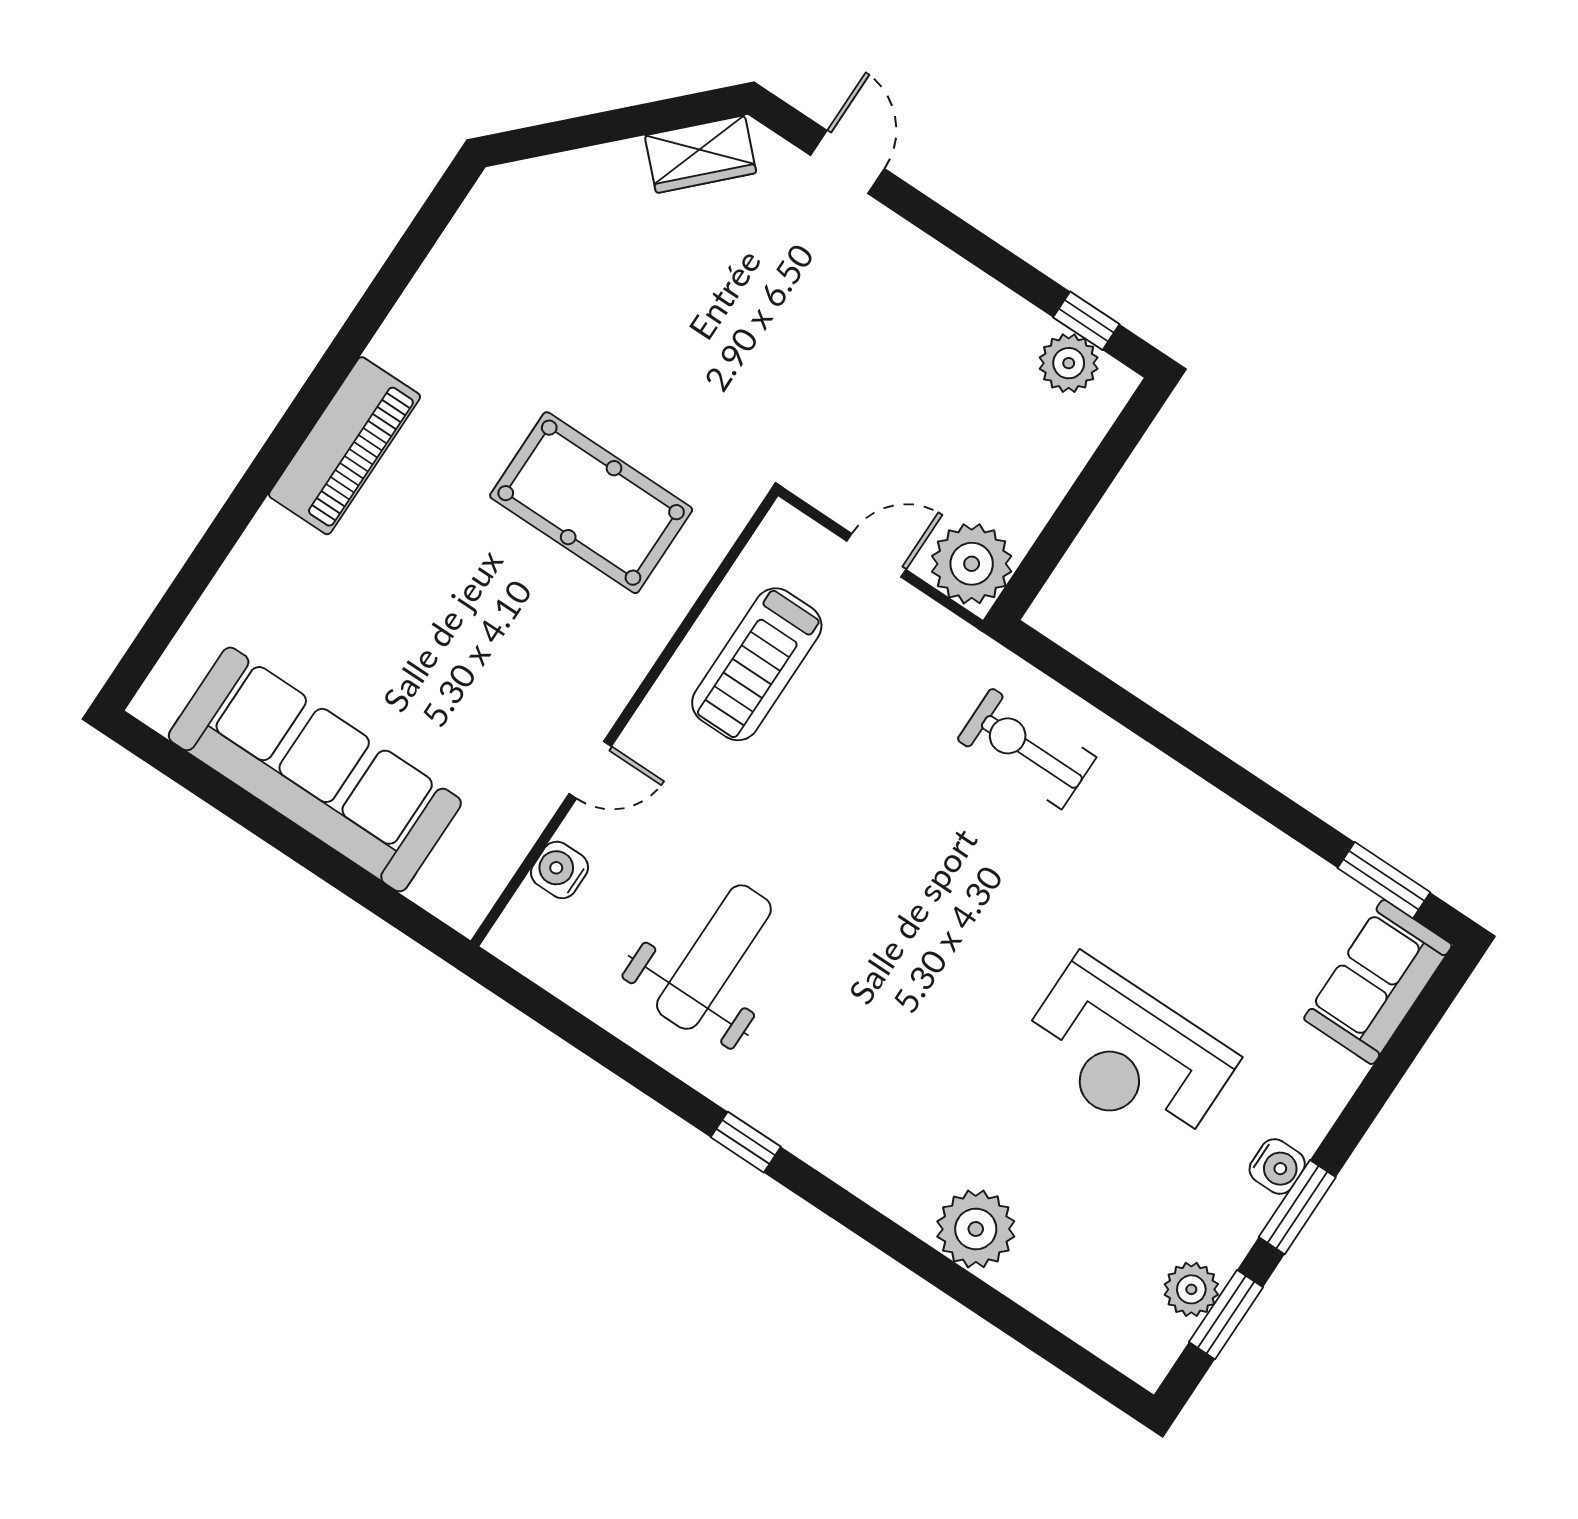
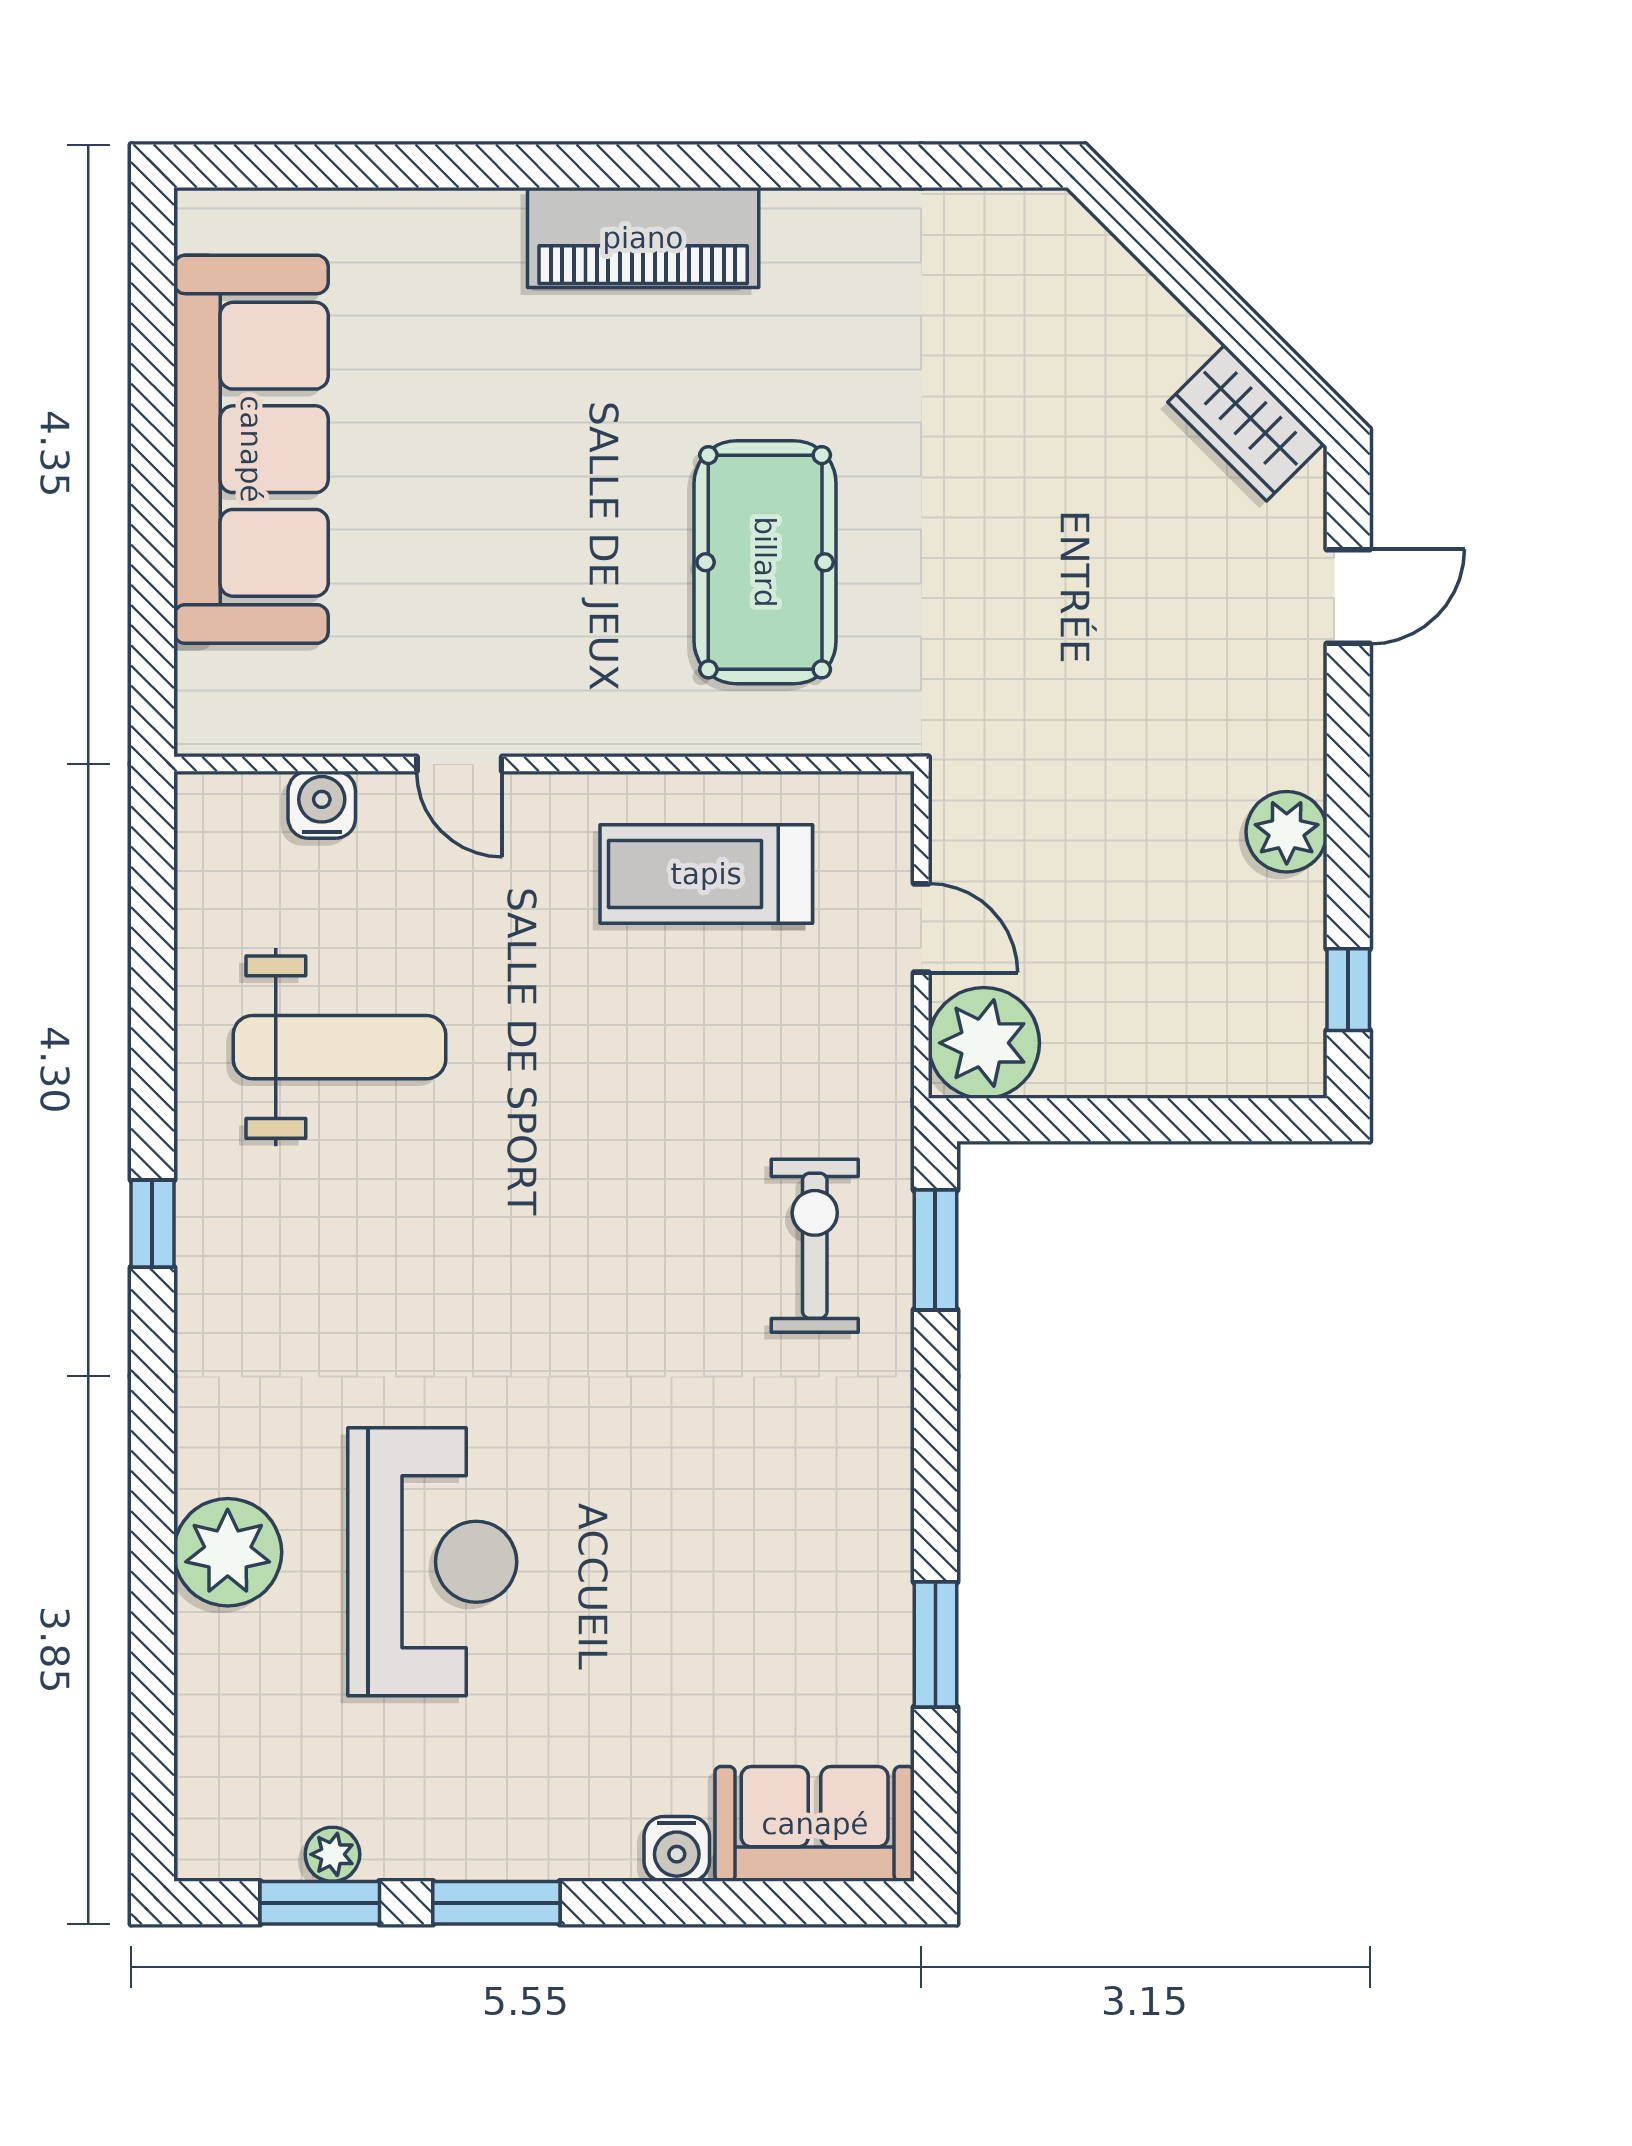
plant: (1069, 363) -> (1287, 832), moved
window: (1078, 677) -> (935, 1250), added
window: (1384, 880) -> (935, 1645), moved
reception desk: (1127, 1054) -> (432, 1562), moved, turned 180
water cooler: (1277, 1167) -> (677, 1849), moved
plant: (1191, 1289) -> (332, 1854), width x0.73, depth x0.73

